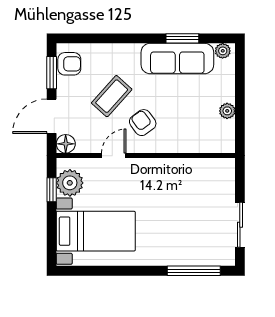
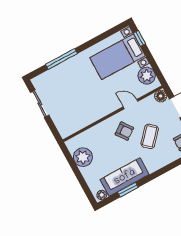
plant: (227, 111) -> (83, 157), width x1.87, depth x1.87
door: (114, 156) -> (130, 104), swing flipped
window: (52, 190) -> (139, 38), moved
window: (194, 271) -> (62, 59), moved

